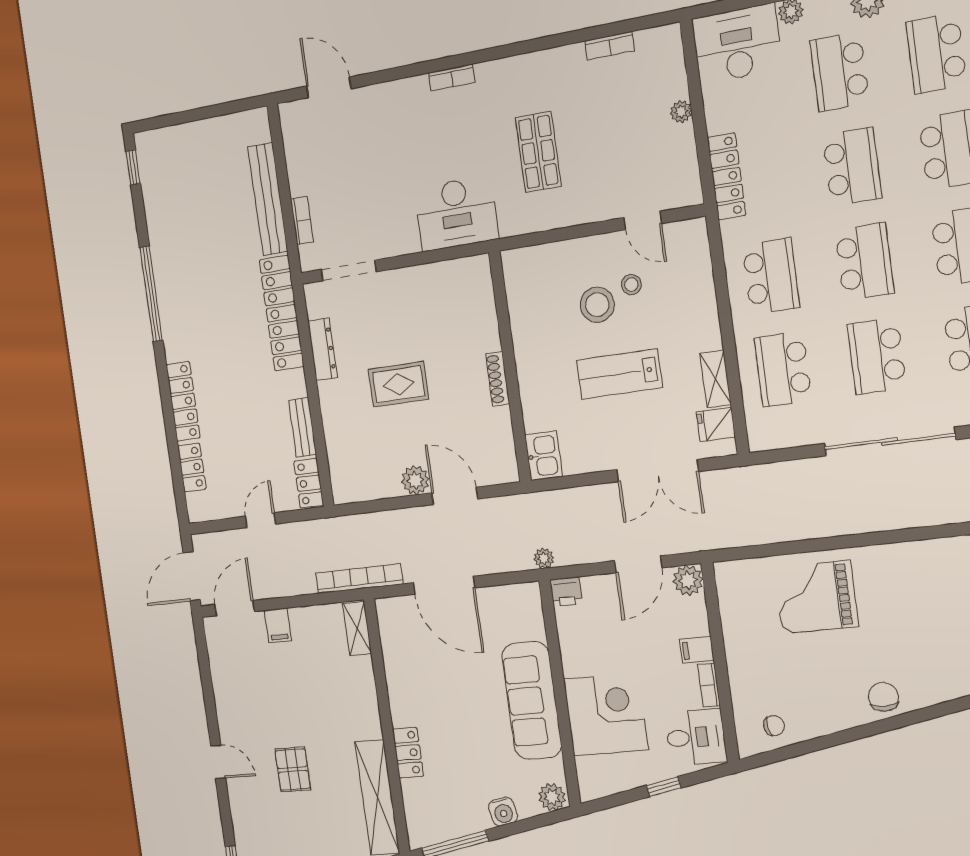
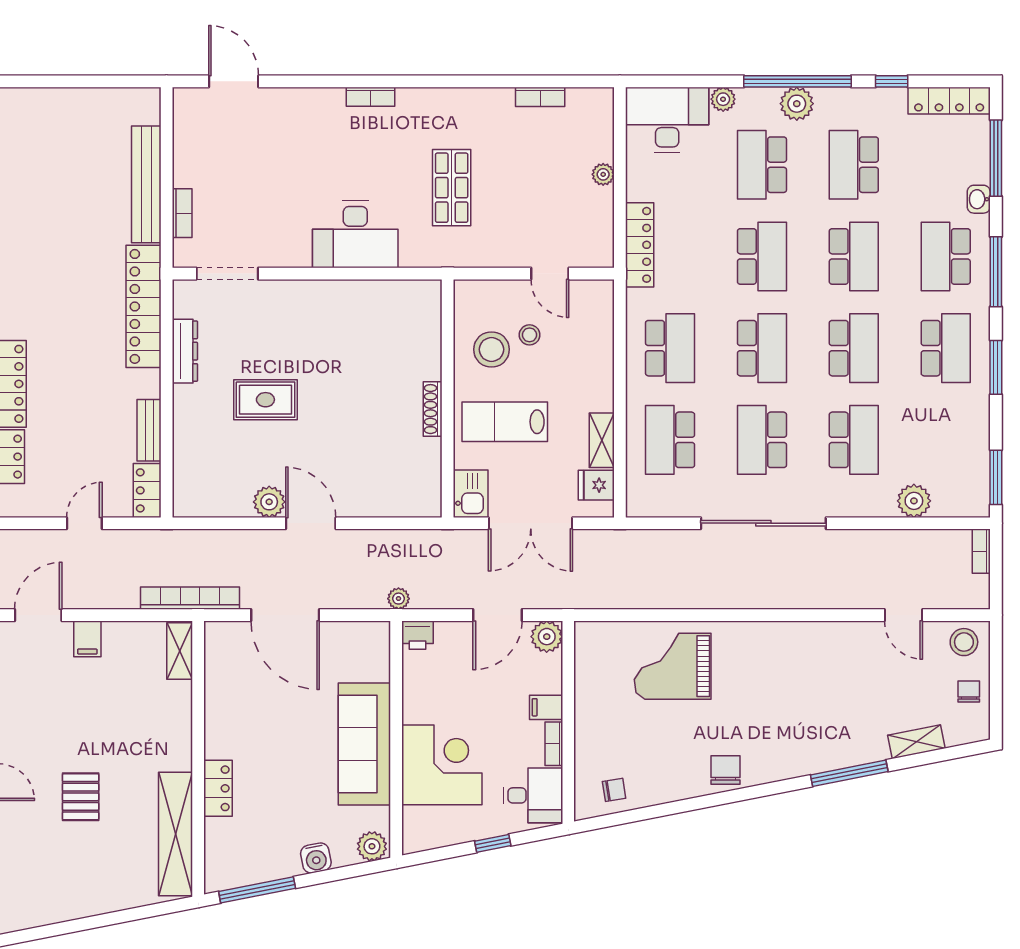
wall: (510, 367) -> (448, 398), moved
shoe rack: (498, 379) -> (433, 409), moved
kitchen sink: (544, 456) -> (471, 494), moved

